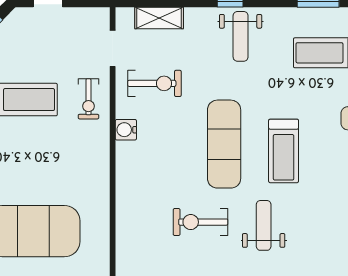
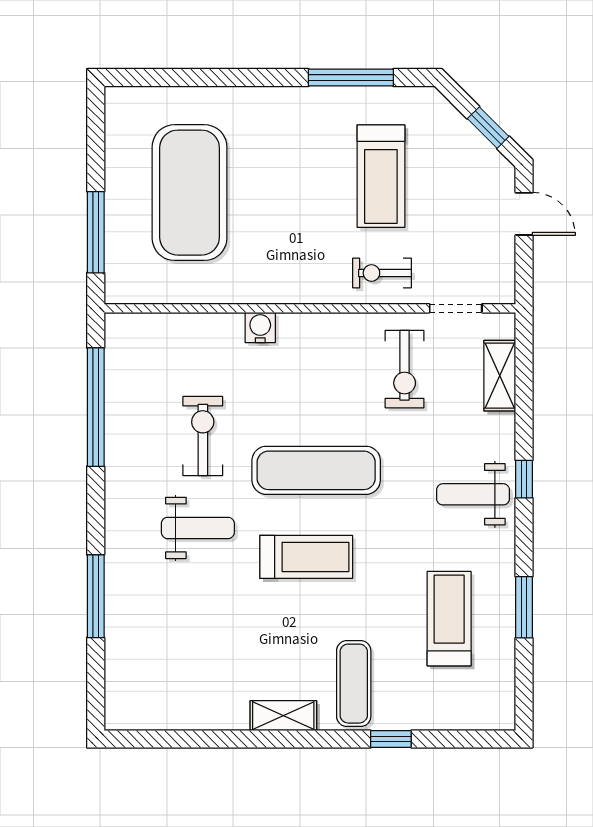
water cooler: (126, 130) -> (260, 327), moved
treadmill: (284, 151) -> (306, 557), turned 180

